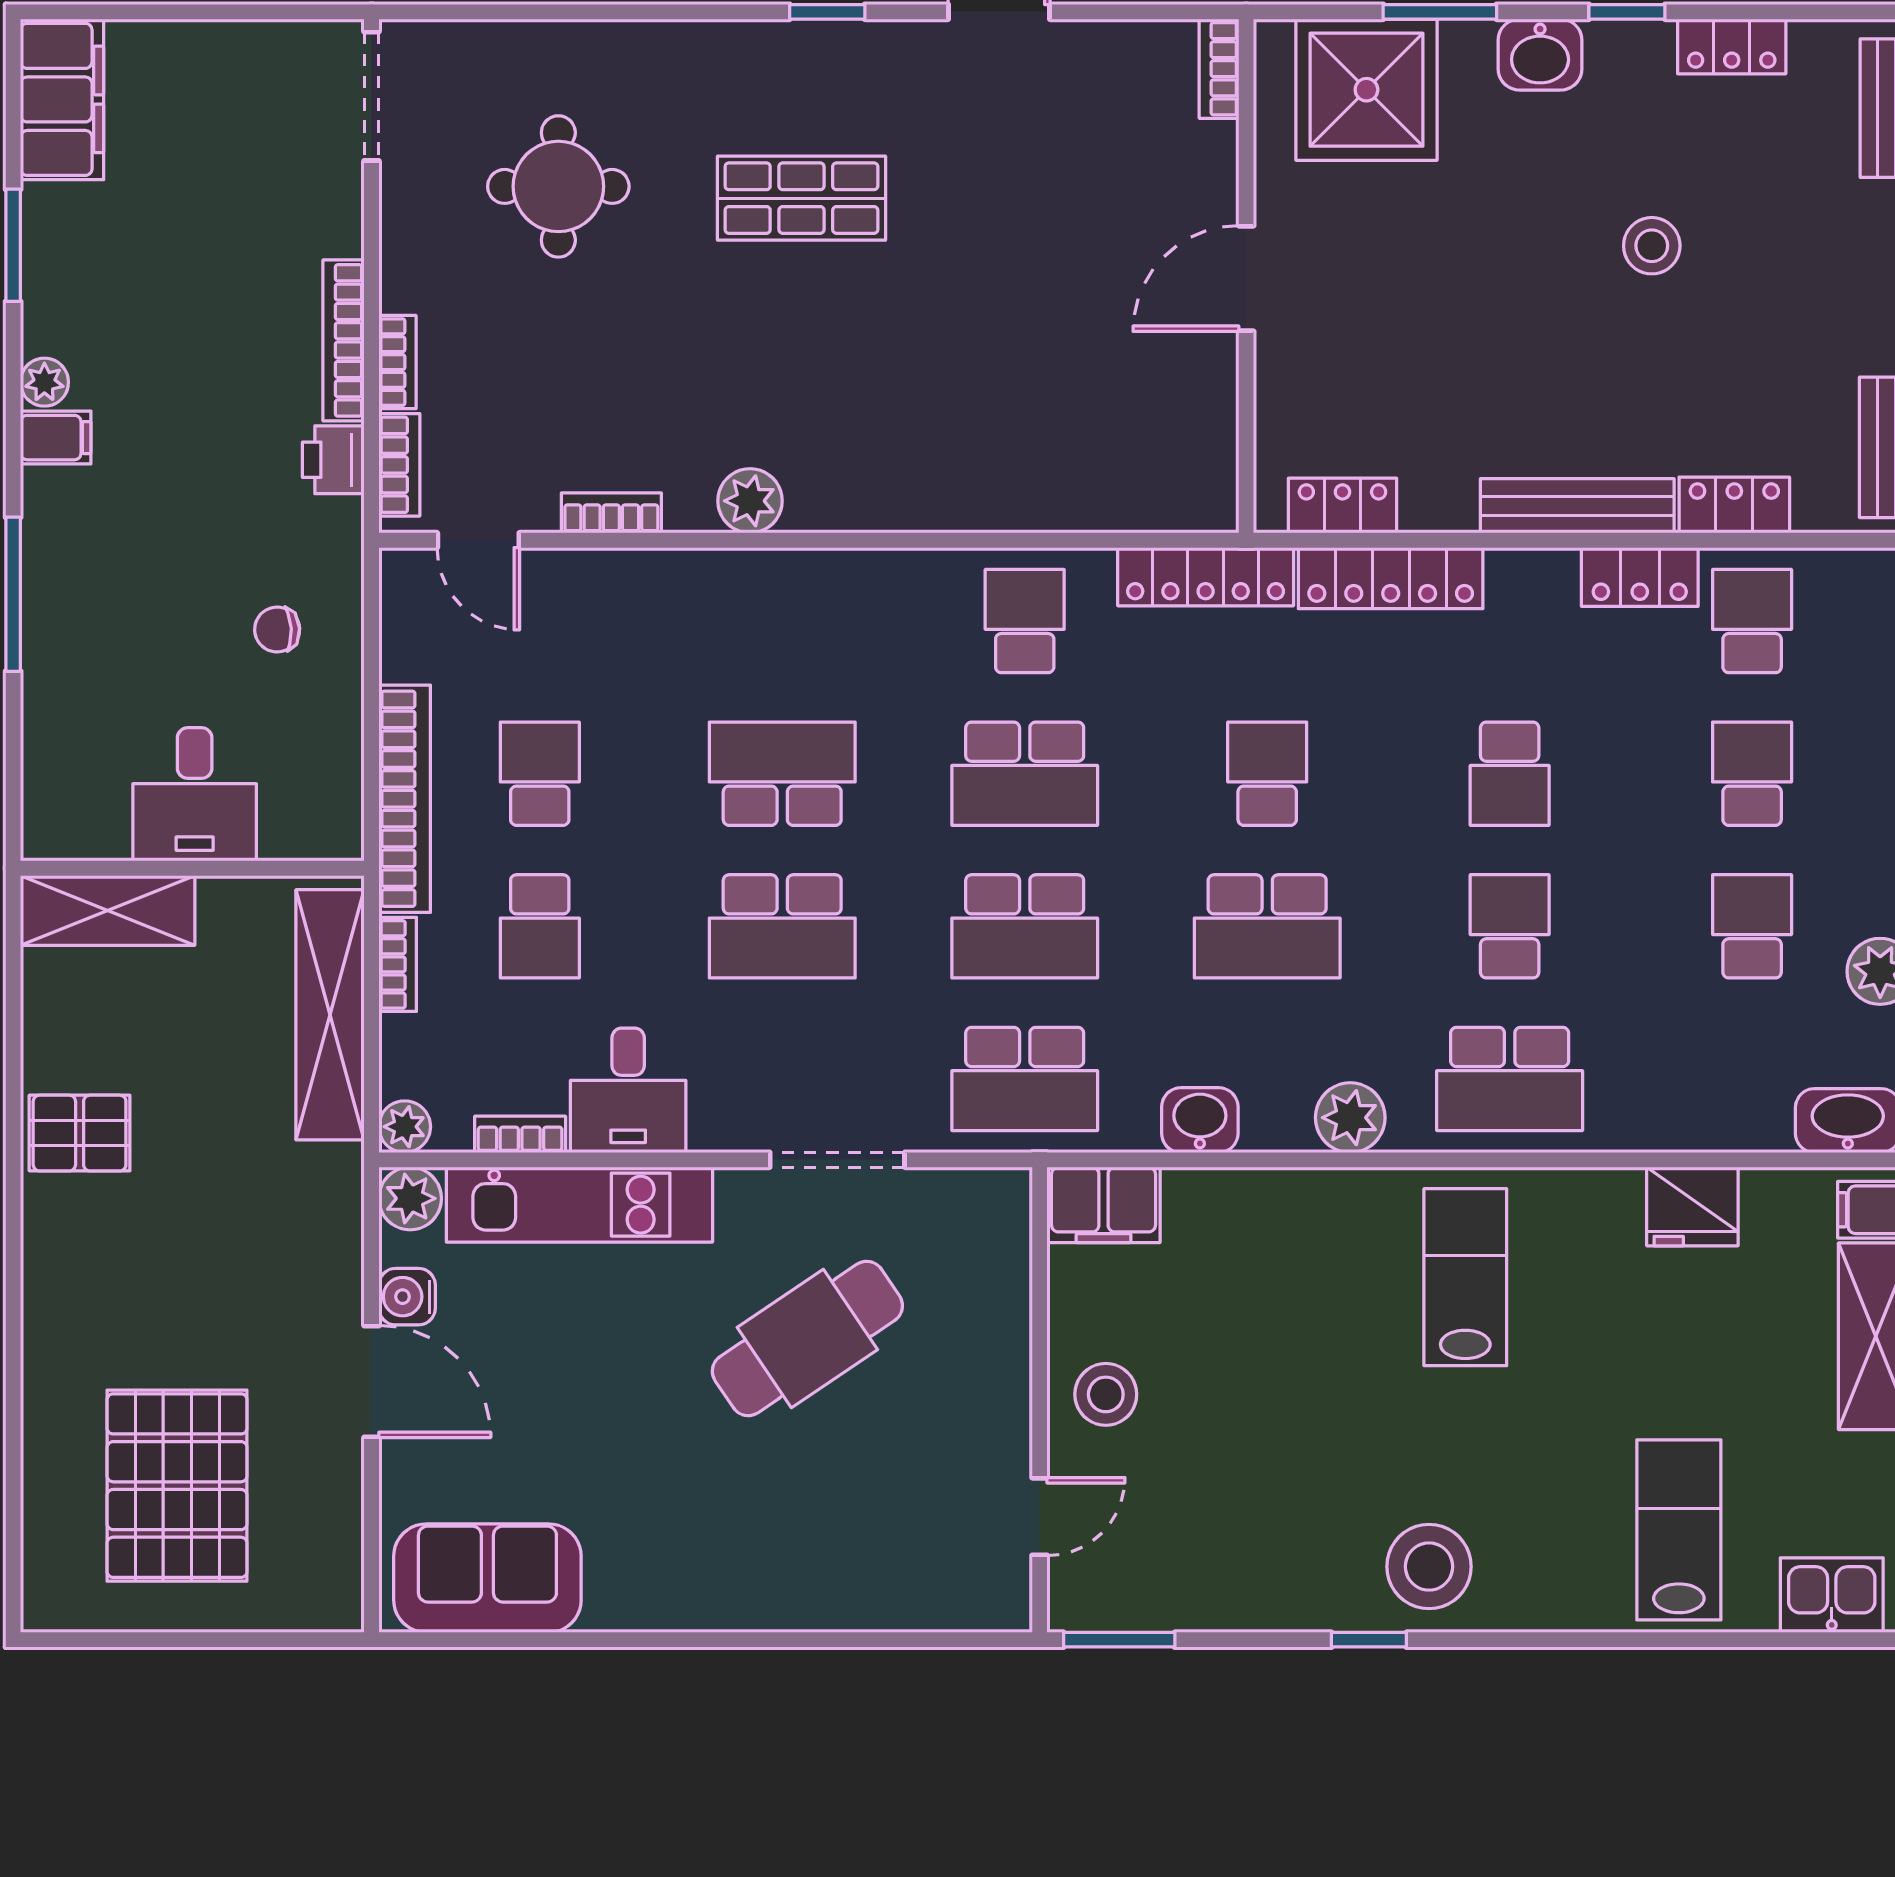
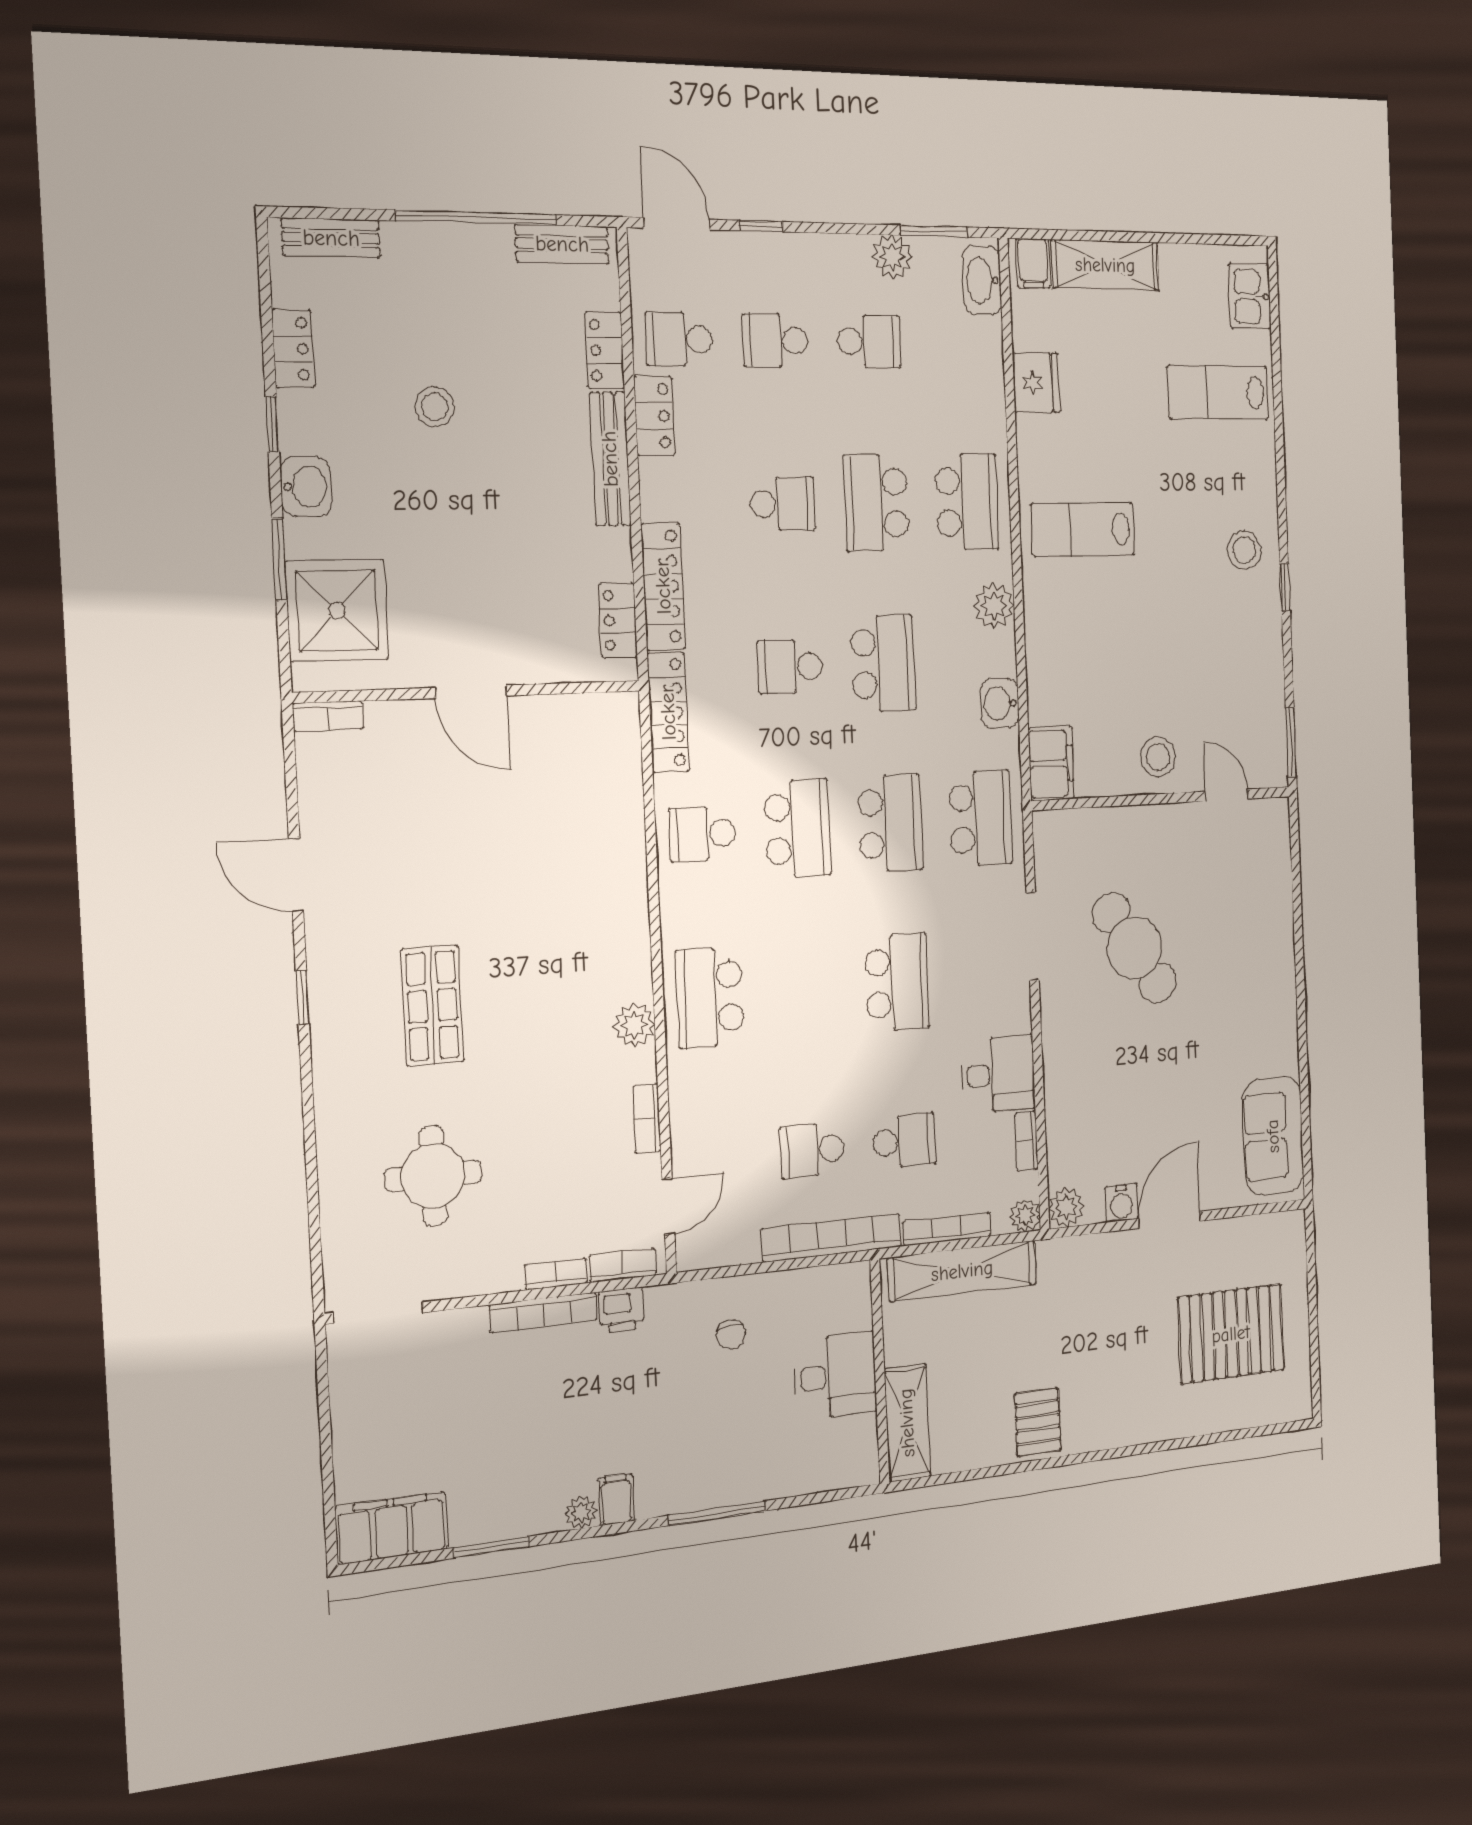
school desk: (782, 774) -> (710, 997), moved
school desk: (1510, 926) -> (876, 503), width x1.85
school desk: (1752, 926) -> (869, 342), turned 180
bookcase: (398, 964) -> (947, 1229), width x1.56
kitchen unit: (579, 1205) -> (1065, 1099), removed
stool: (1429, 1567) -> (1244, 550), width x0.73, depth x0.73

